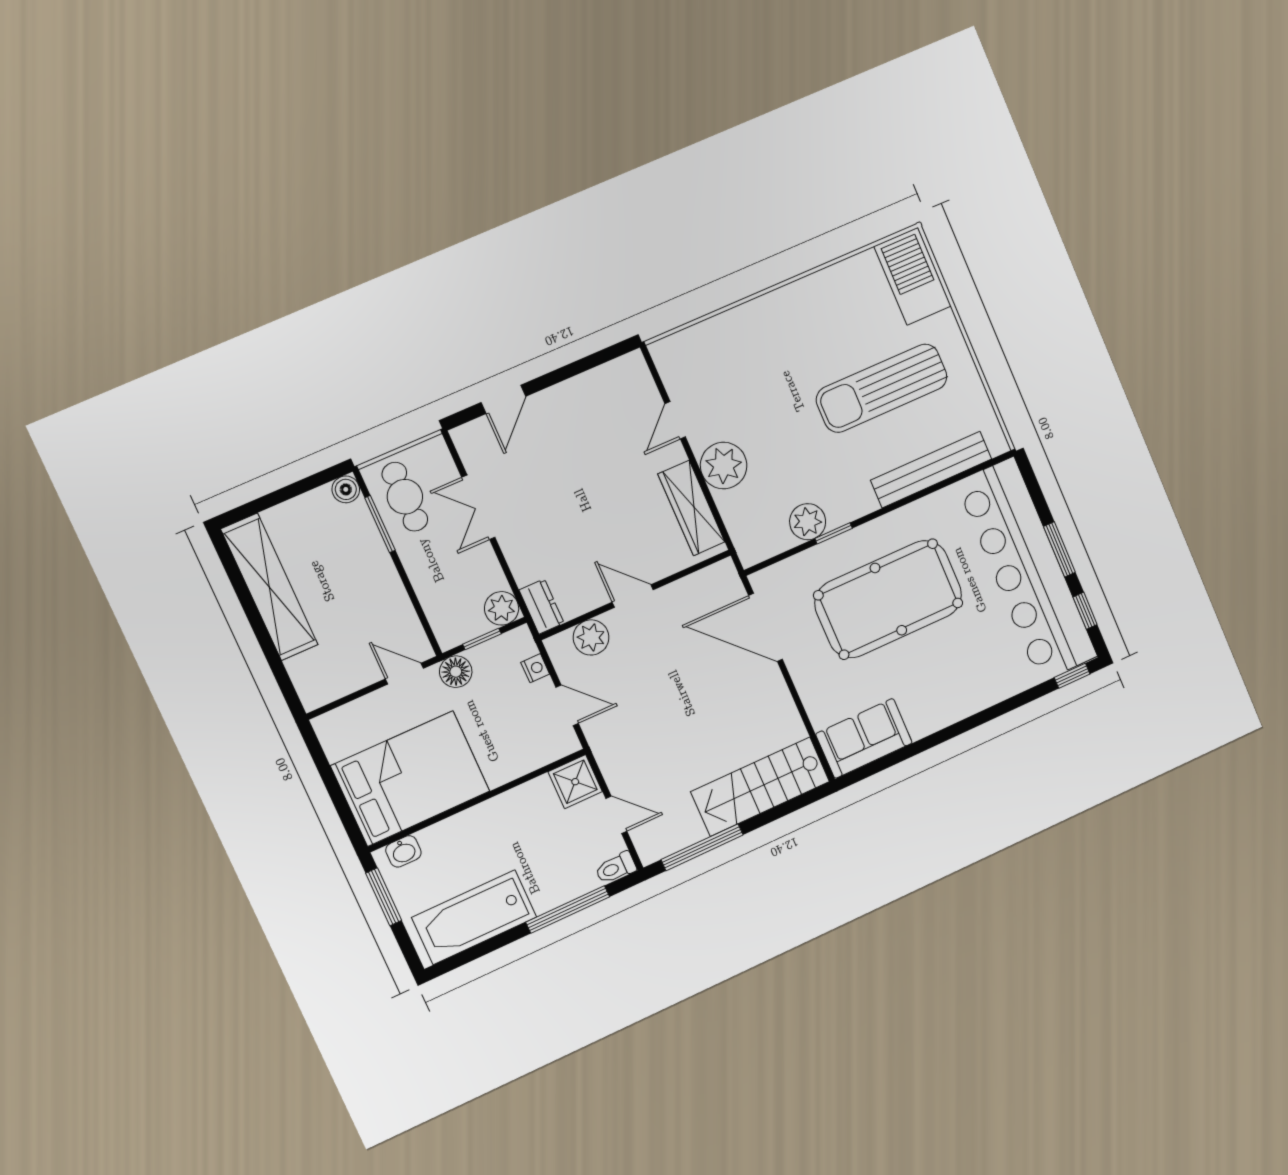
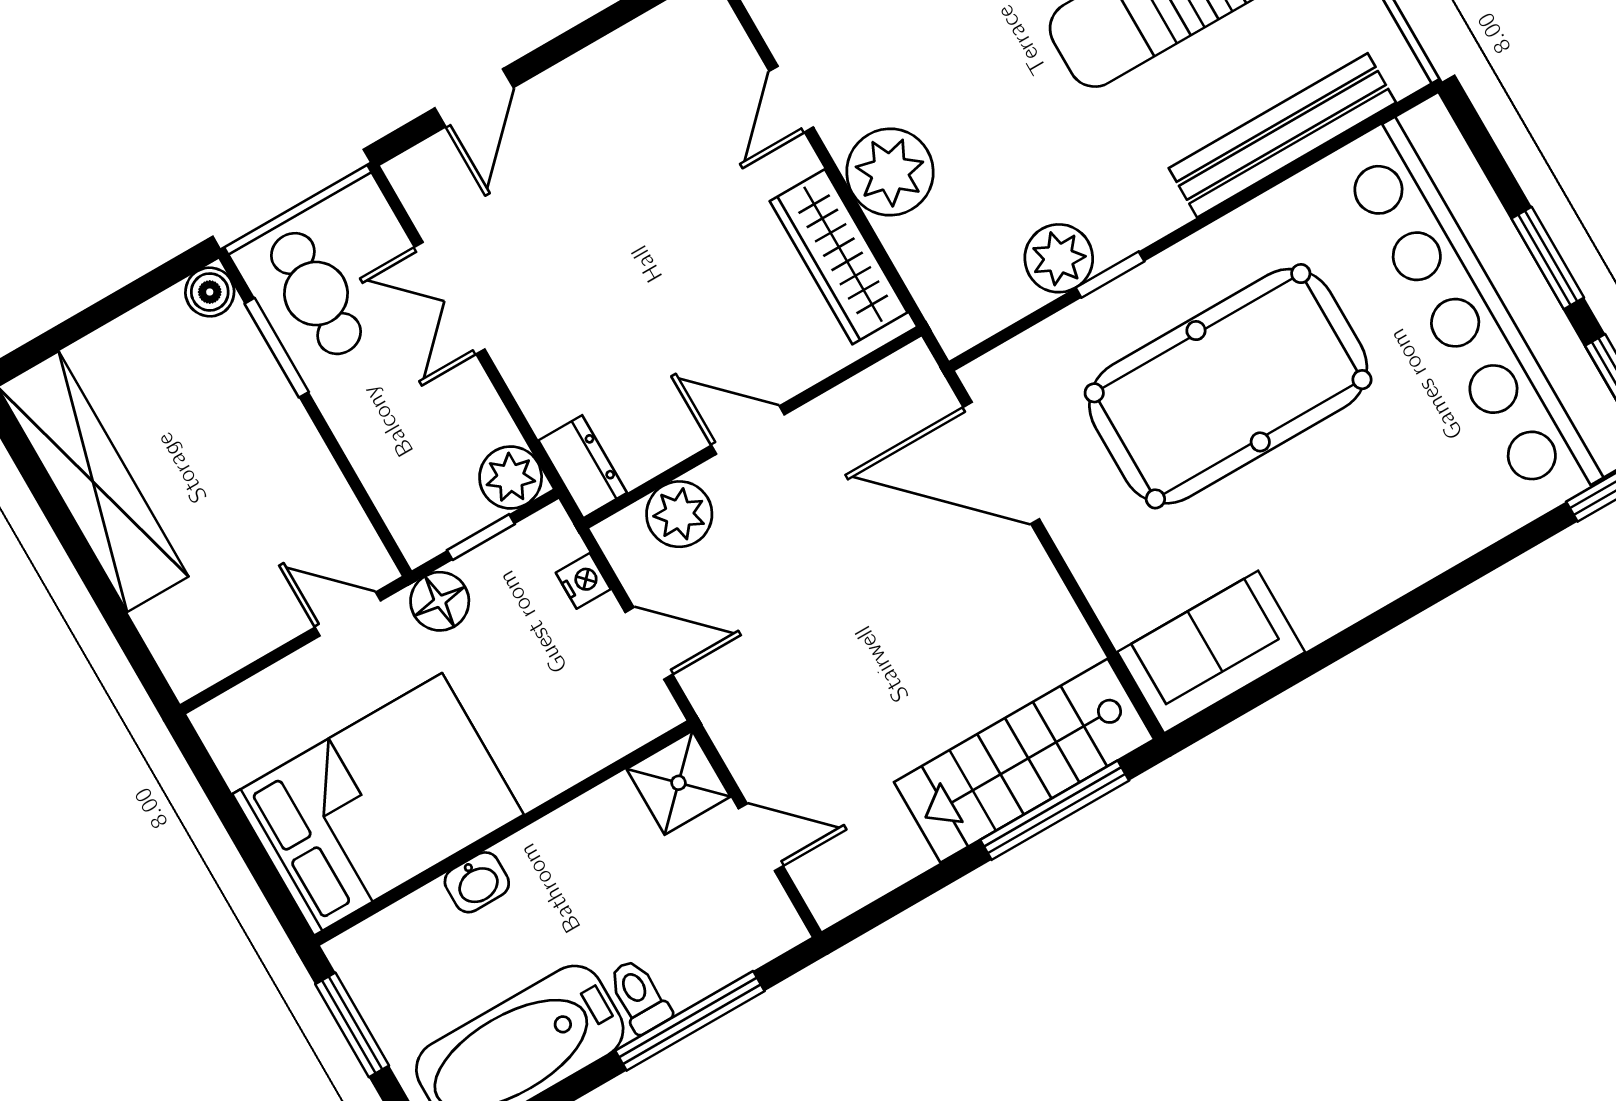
window: (702, 847) -> (1055, 810), moved
washbasin: (403, 851) -> (477, 882), moved
toilet: (616, 868) -> (639, 996), moved, turned 90

